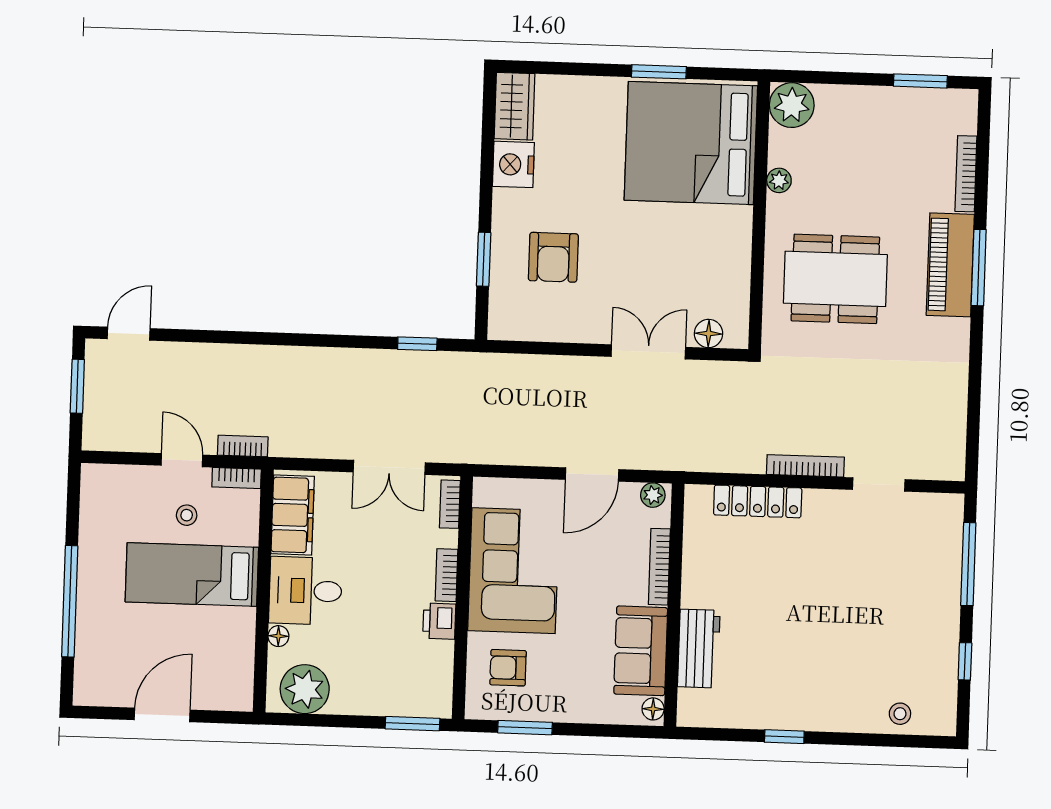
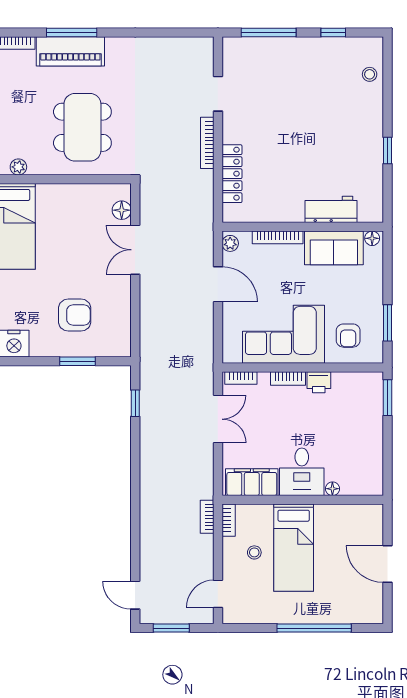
door: (182, 460) -> (218, 594), moved
plant: (305, 689) -> (367, 470), removed

